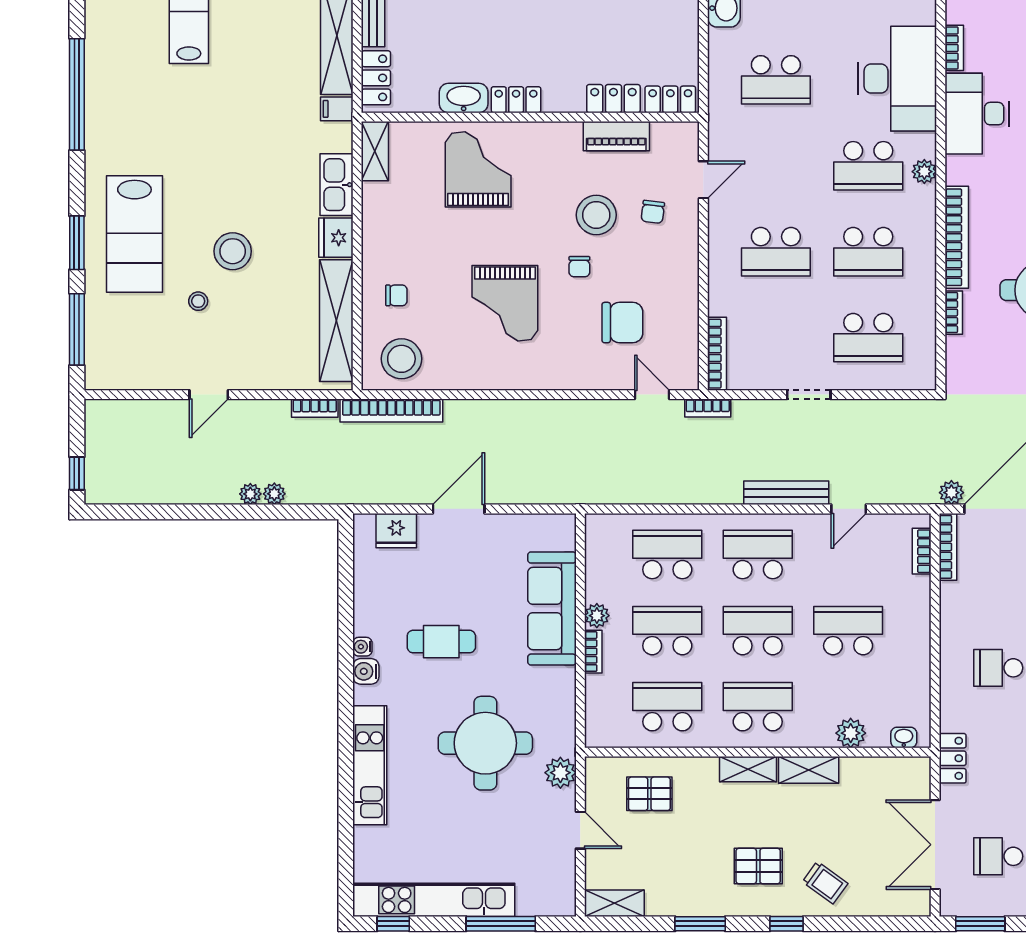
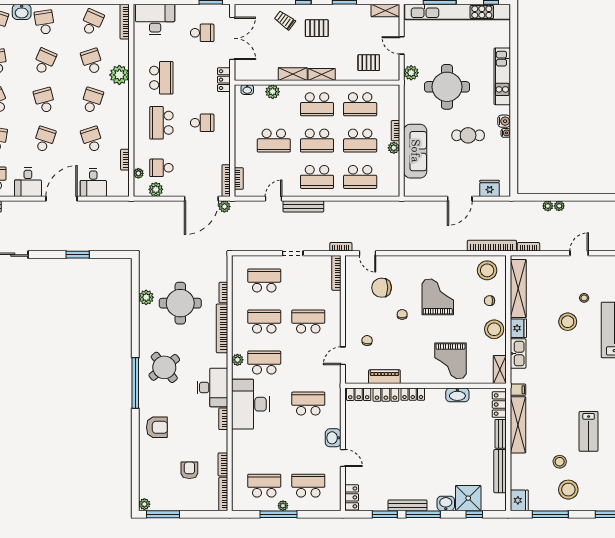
locker: (516, 100) -> (413, 394), moved
stool: (596, 215) -> (494, 329), moved
kitchen unit: (434, 900) -> (458, 12), width x1.36

